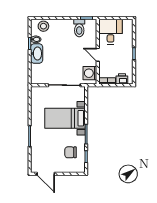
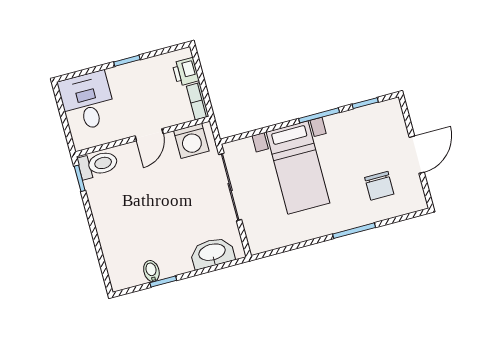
stool: (43, 26) -> (120, 262), removed
toilet: (79, 28) -> (98, 164), moved
desk: (110, 32) -> (87, 101), moved, turned 90
washbasin: (37, 54) -> (212, 253), moved
chair: (71, 152) -> (379, 186), moved
door: (46, 174) -> (417, 155), moved

